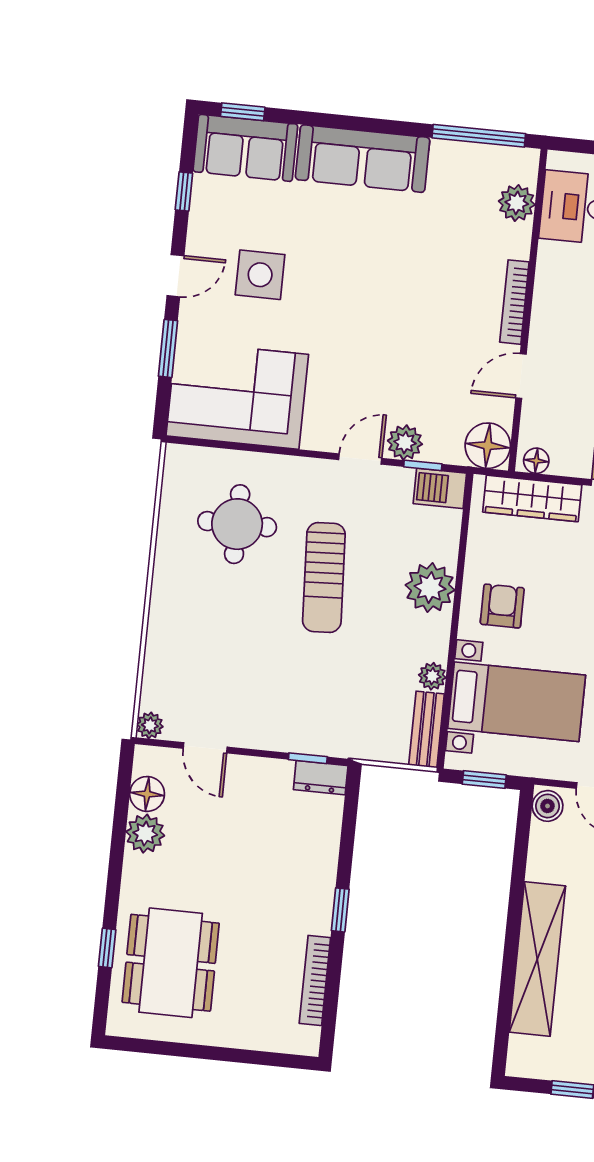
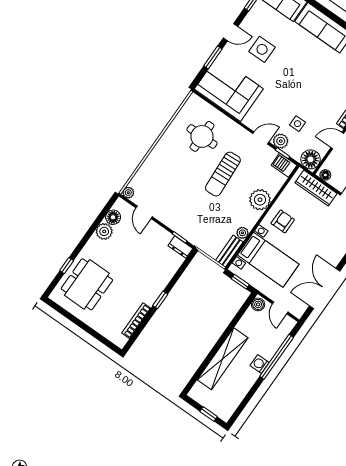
side table: (420, 387) -> (298, 124), added

